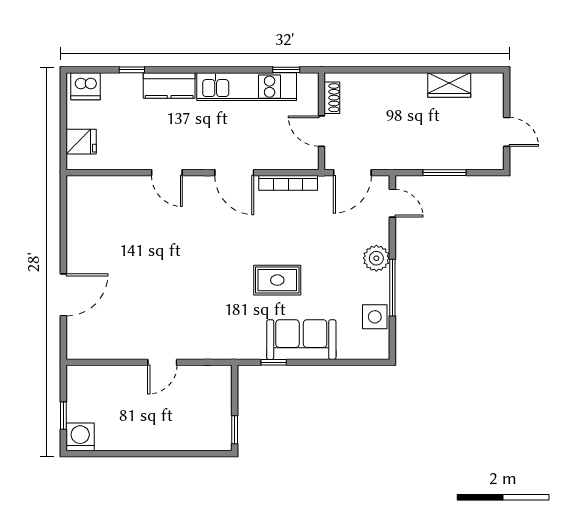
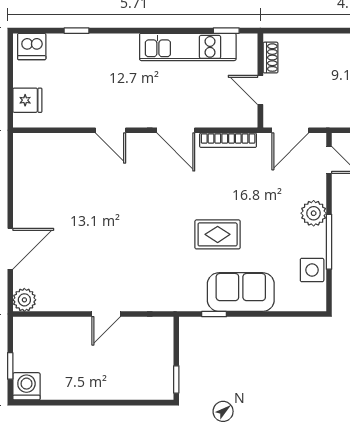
kitchen counter: (169, 86) -> (113, 46), removed
plant: (78, 348) -> (24, 300), added

